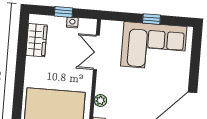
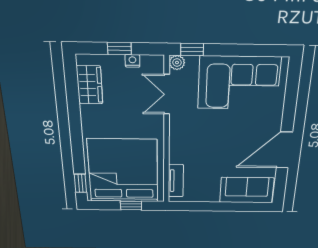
window: (151, 19) -> (192, 49), moved
plant: (100, 100) -> (177, 62), moved

